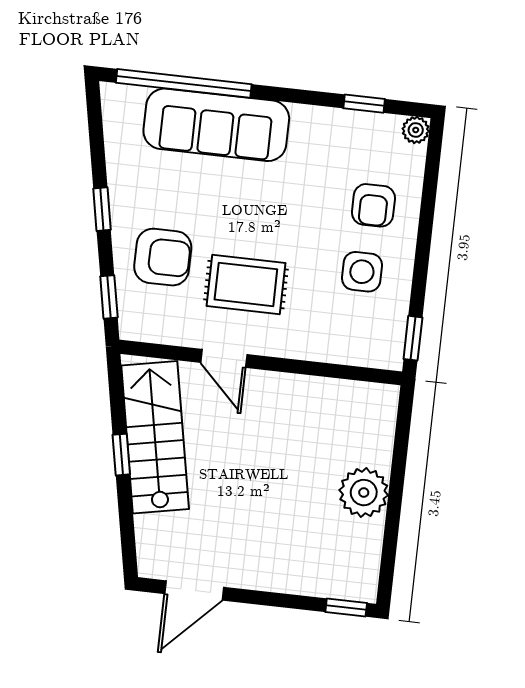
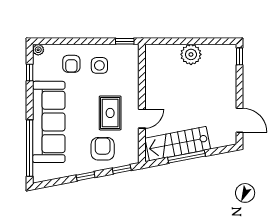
sofa: (216, 125) -> (49, 122), width x1.36, depth x1.27
armchair: (373, 205) -> (71, 64), turned 90
window: (121, 455) -> (187, 157), width x2.17

